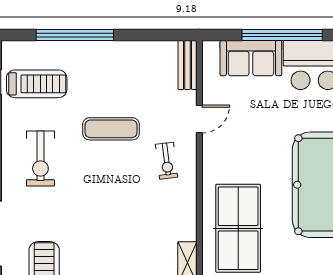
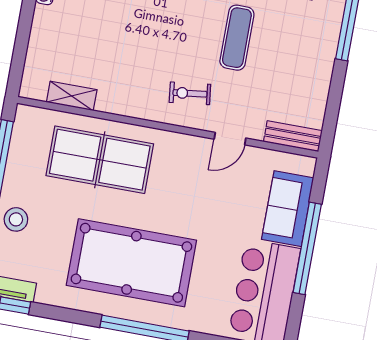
door: (199, 119) -> (230, 139), hinge flipped

